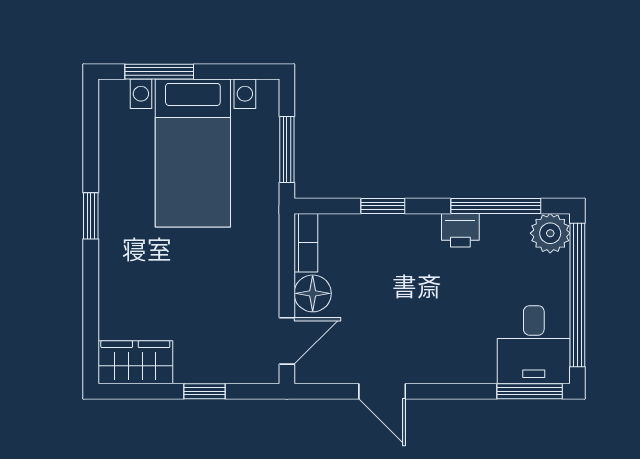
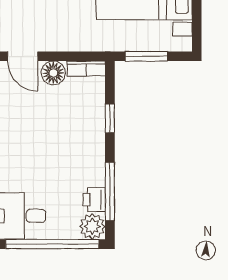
printer: (460, 230) -> (94, 200), moved

